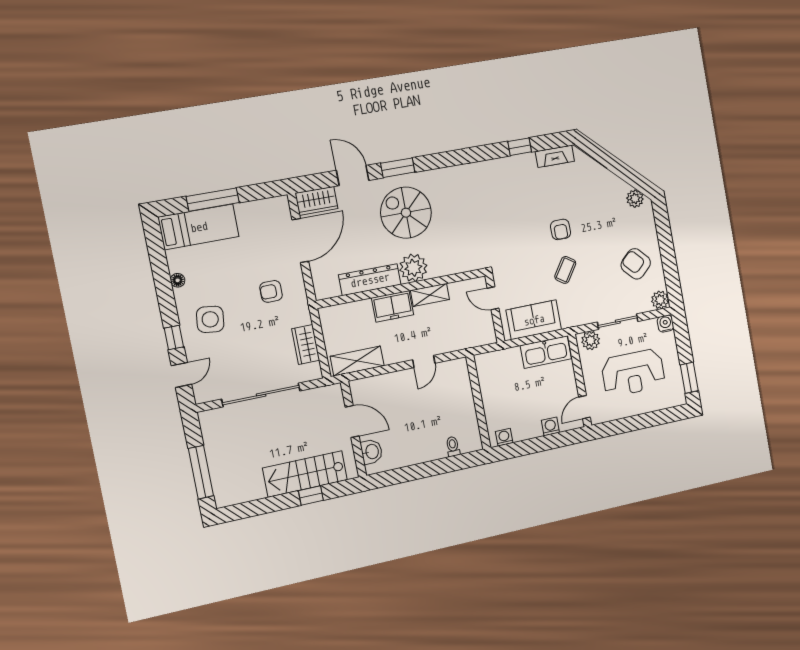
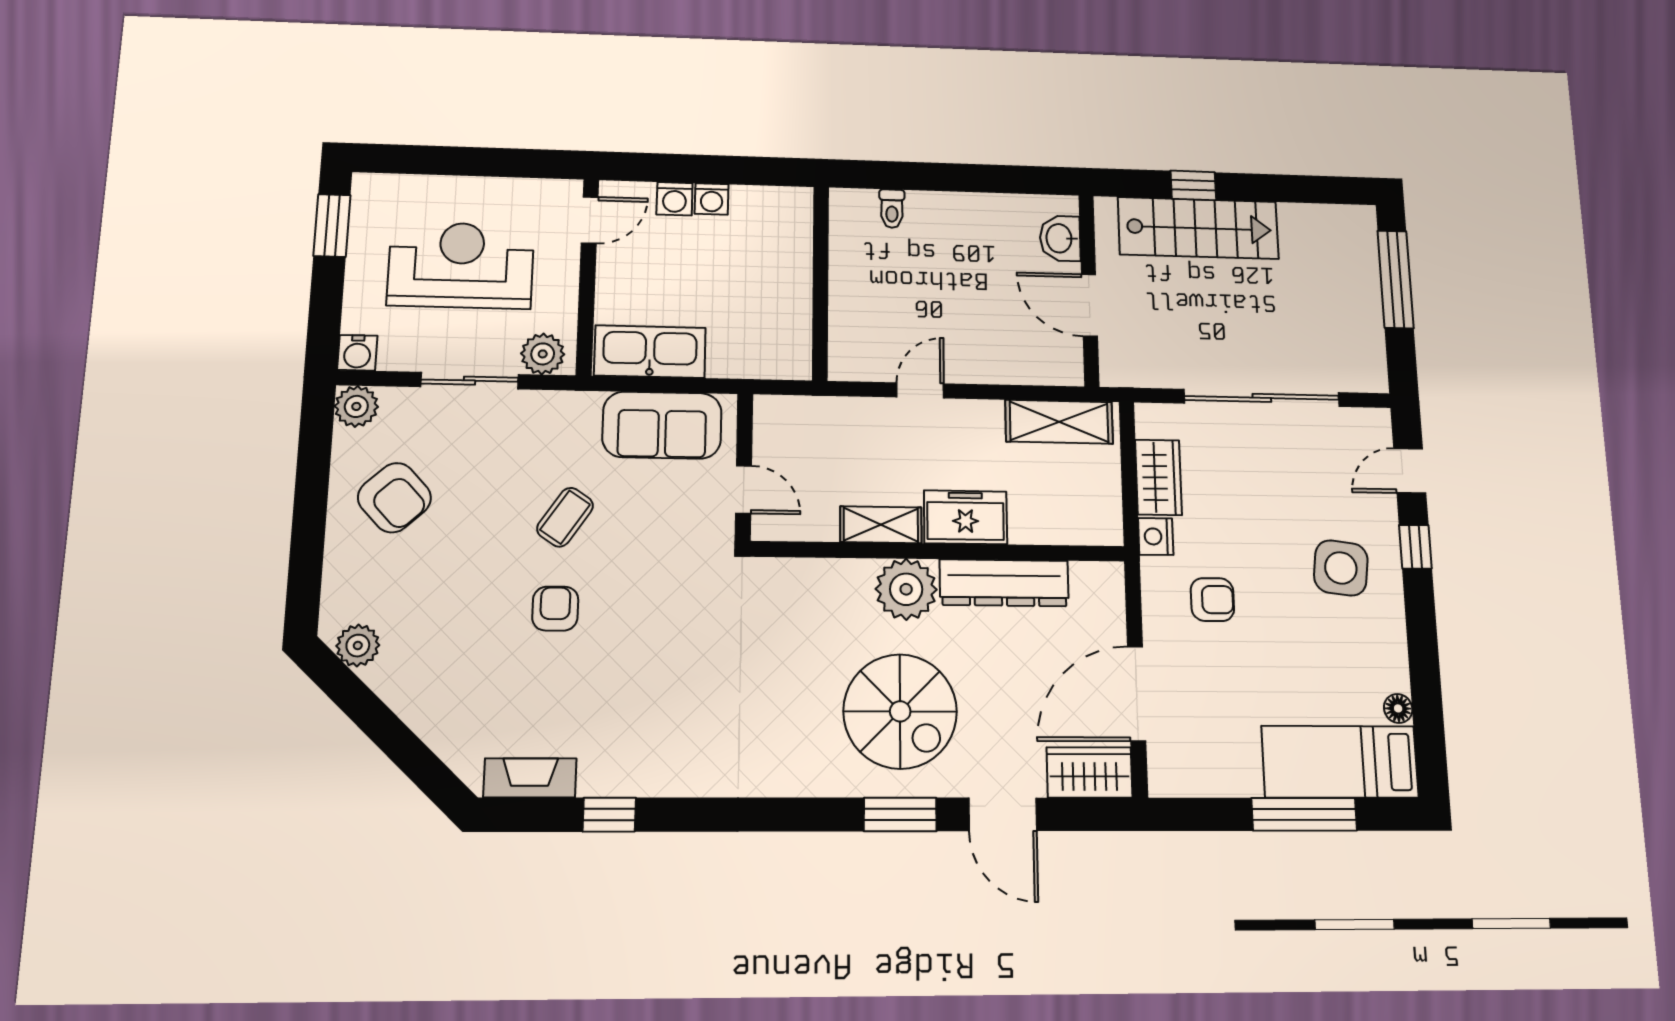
floor lamp: (178, 280) -> (1398, 708), moved
nightstand: (303, 316) -> (1156, 536), added
washing machine: (504, 437) -> (712, 199), moved

